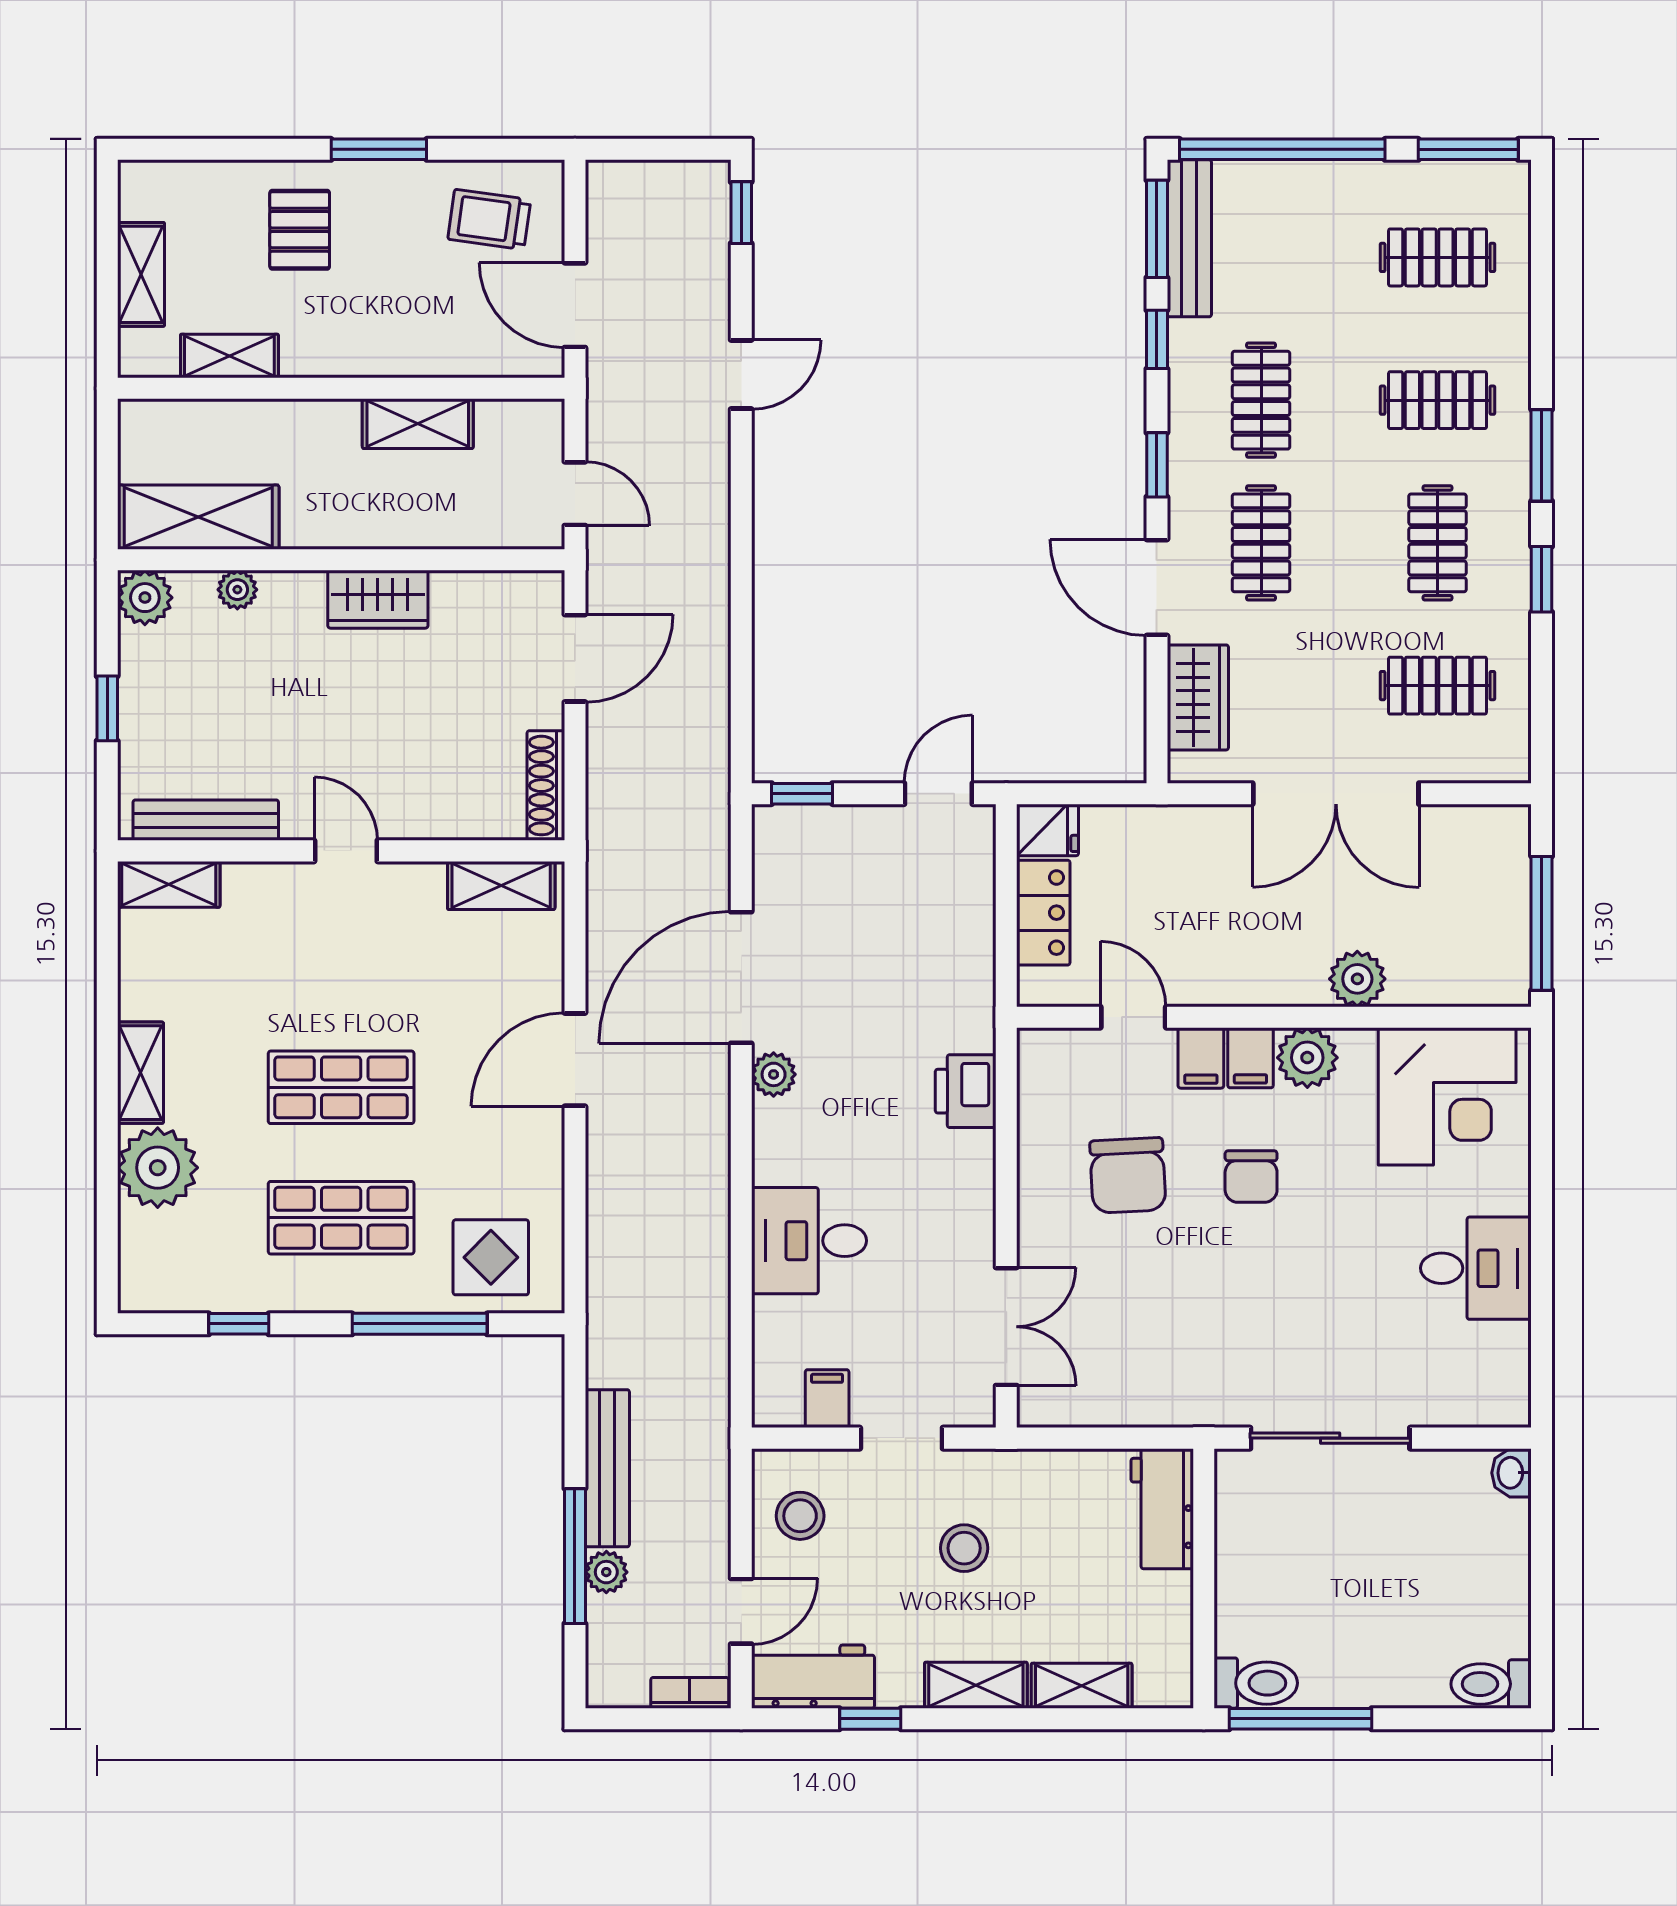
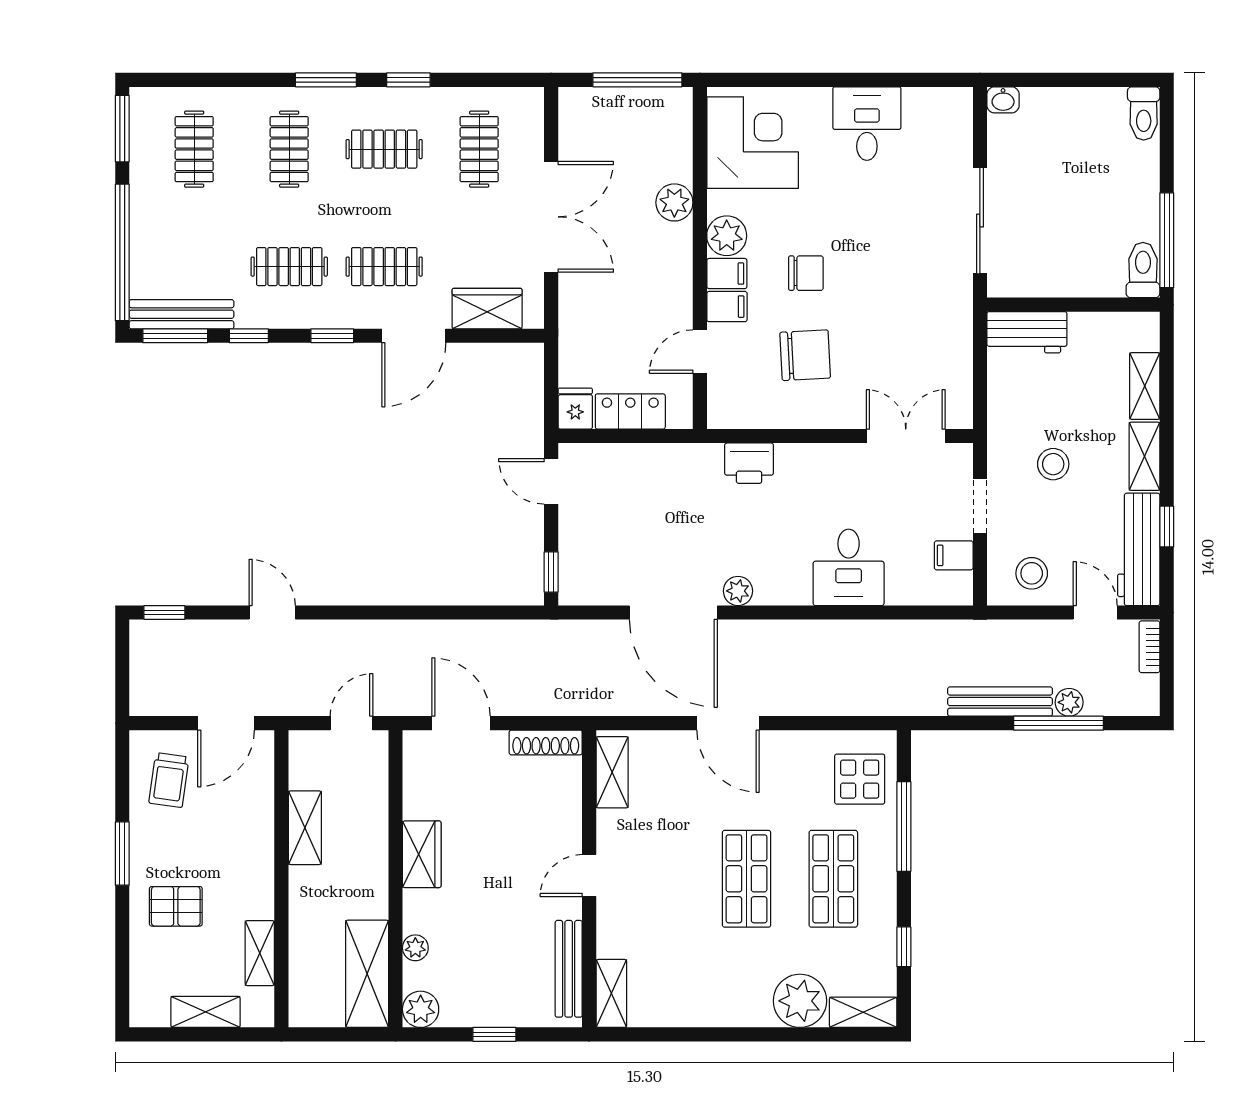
shelving: (140, 1073) -> (863, 1012), moved
workbench: (813, 1677) -> (1139, 549), width x1.38

